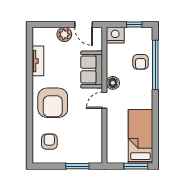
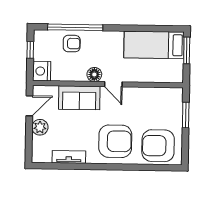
armchair: (49, 142) -> (158, 146), width x1.88, depth x1.88

